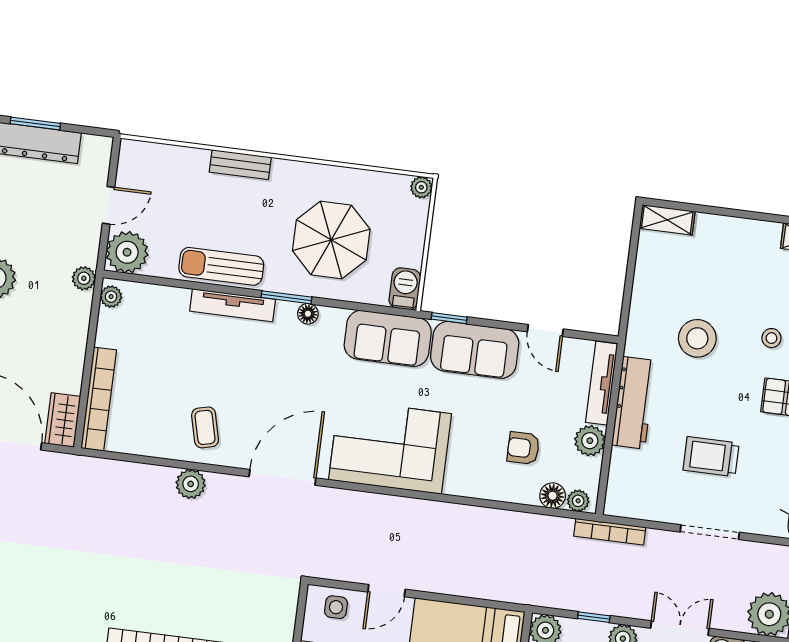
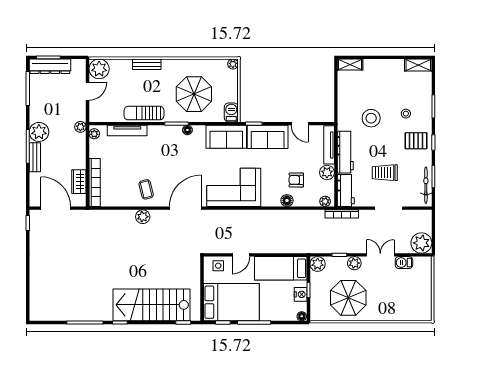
plant: (127, 252) -> (99, 69), moved
tv unit: (233, 305) -> (127, 131), moved
wardrobe: (63, 420) -> (79, 182), moved
workbench: (624, 483) -> (346, 190), added
floor lamp: (553, 496) -> (287, 201), moved

